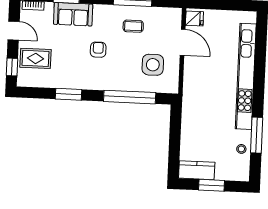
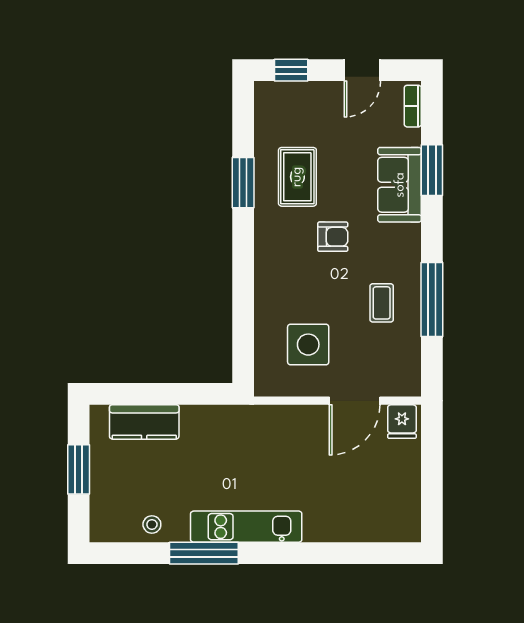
rug: (36, 58) -> (297, 177), moved
kitchen unit: (246, 76) -> (246, 527), width x0.54
window: (130, 97) -> (243, 302), removed
window: (257, 135) -> (204, 553), moved
kitchen counter: (197, 170) -> (144, 422), moved, turned 90

